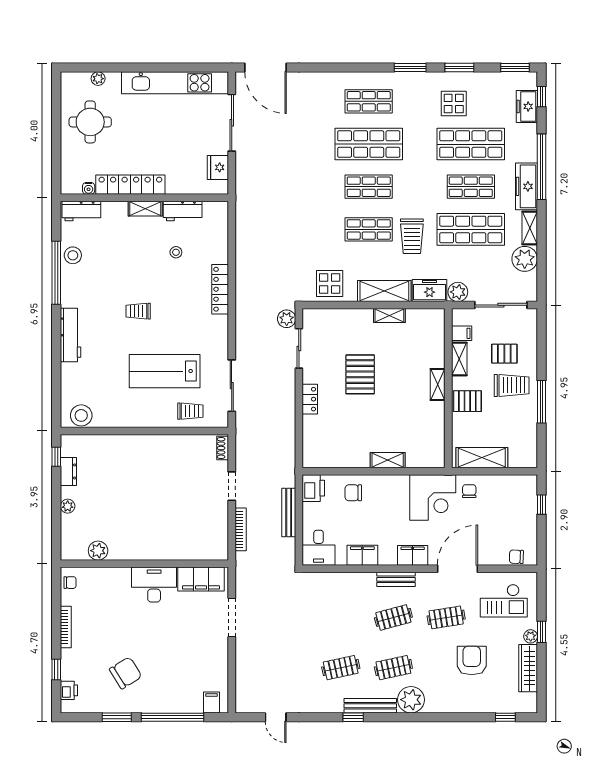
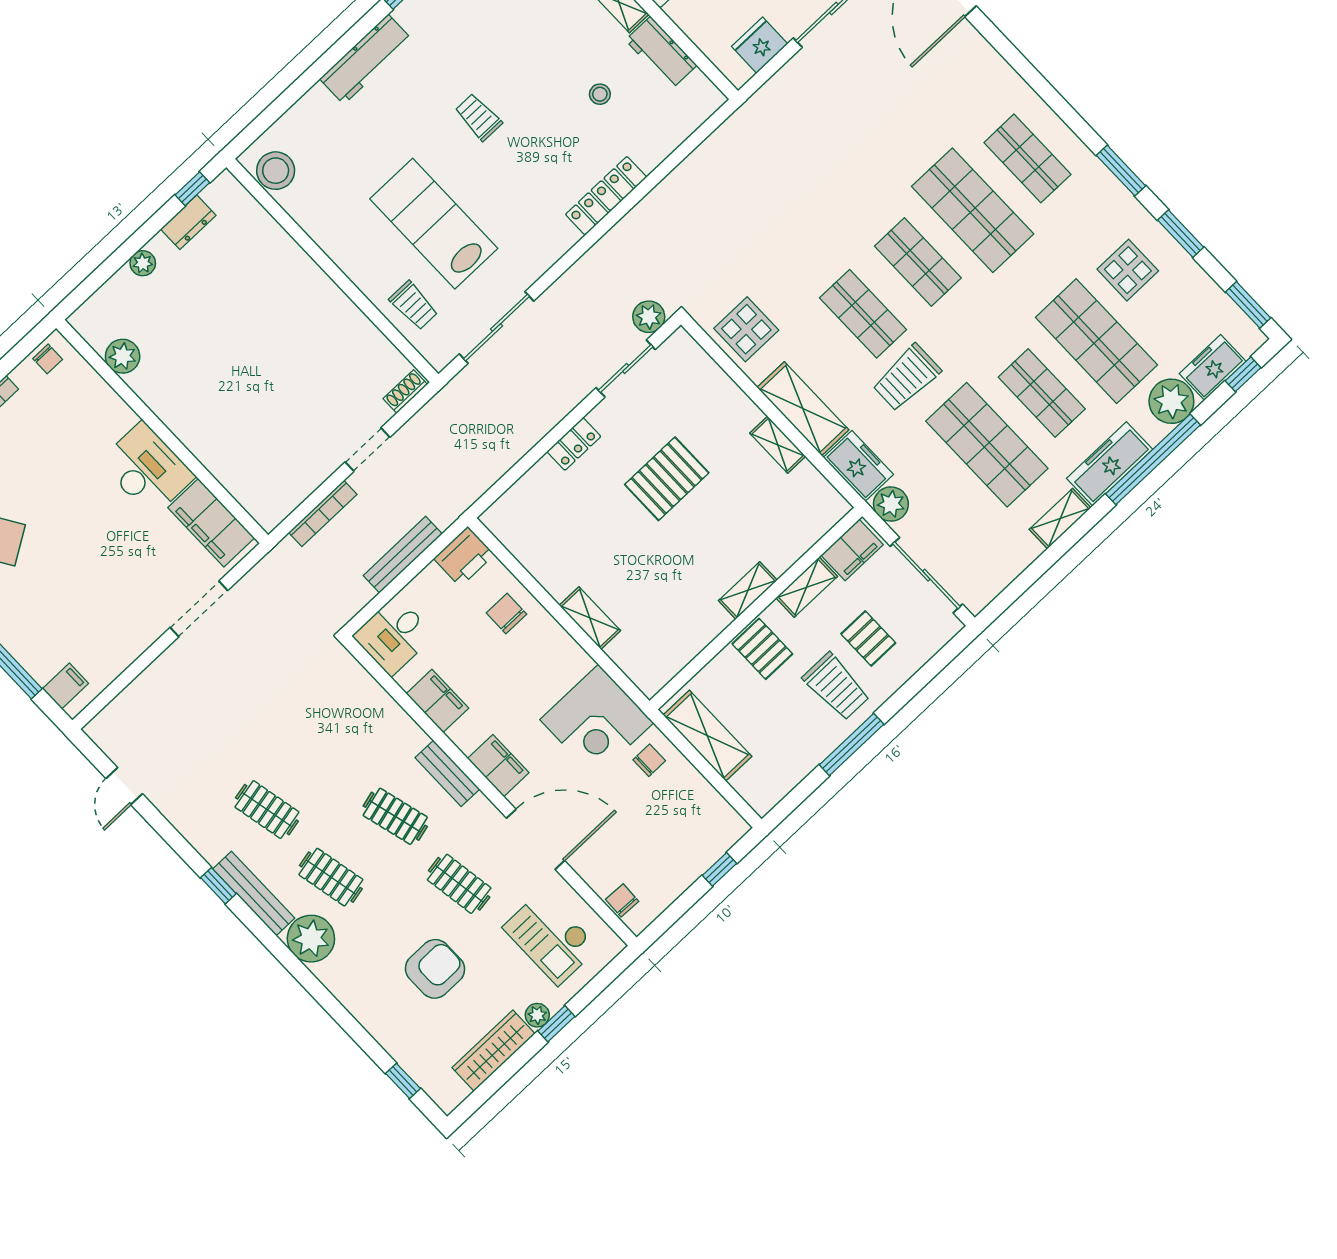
plant: (525, 259) -> (1171, 401), moved
filing cabinet: (462, 333) -> (852, 550), width x2.00

